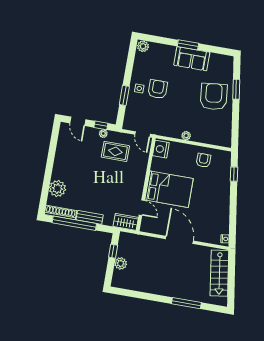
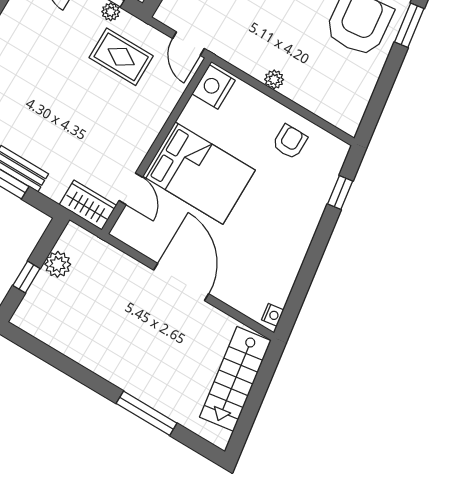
window: (113, 251) -> (26, 277), moved
plant: (121, 263) -> (58, 264), moved

